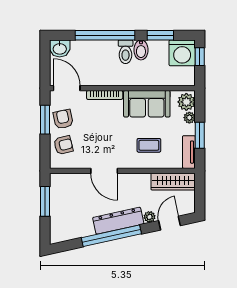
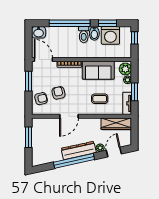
washing machine: (182, 53) -> (110, 35), moved
armchair: (63, 119) -> (58, 93), moved
door: (104, 171) -> (69, 116), hinge flipped

